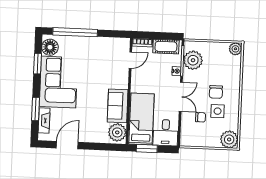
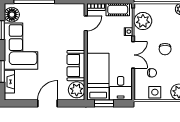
side table: (218, 111) -> (155, 92), moved
door: (67, 145) -> (48, 103), moved

